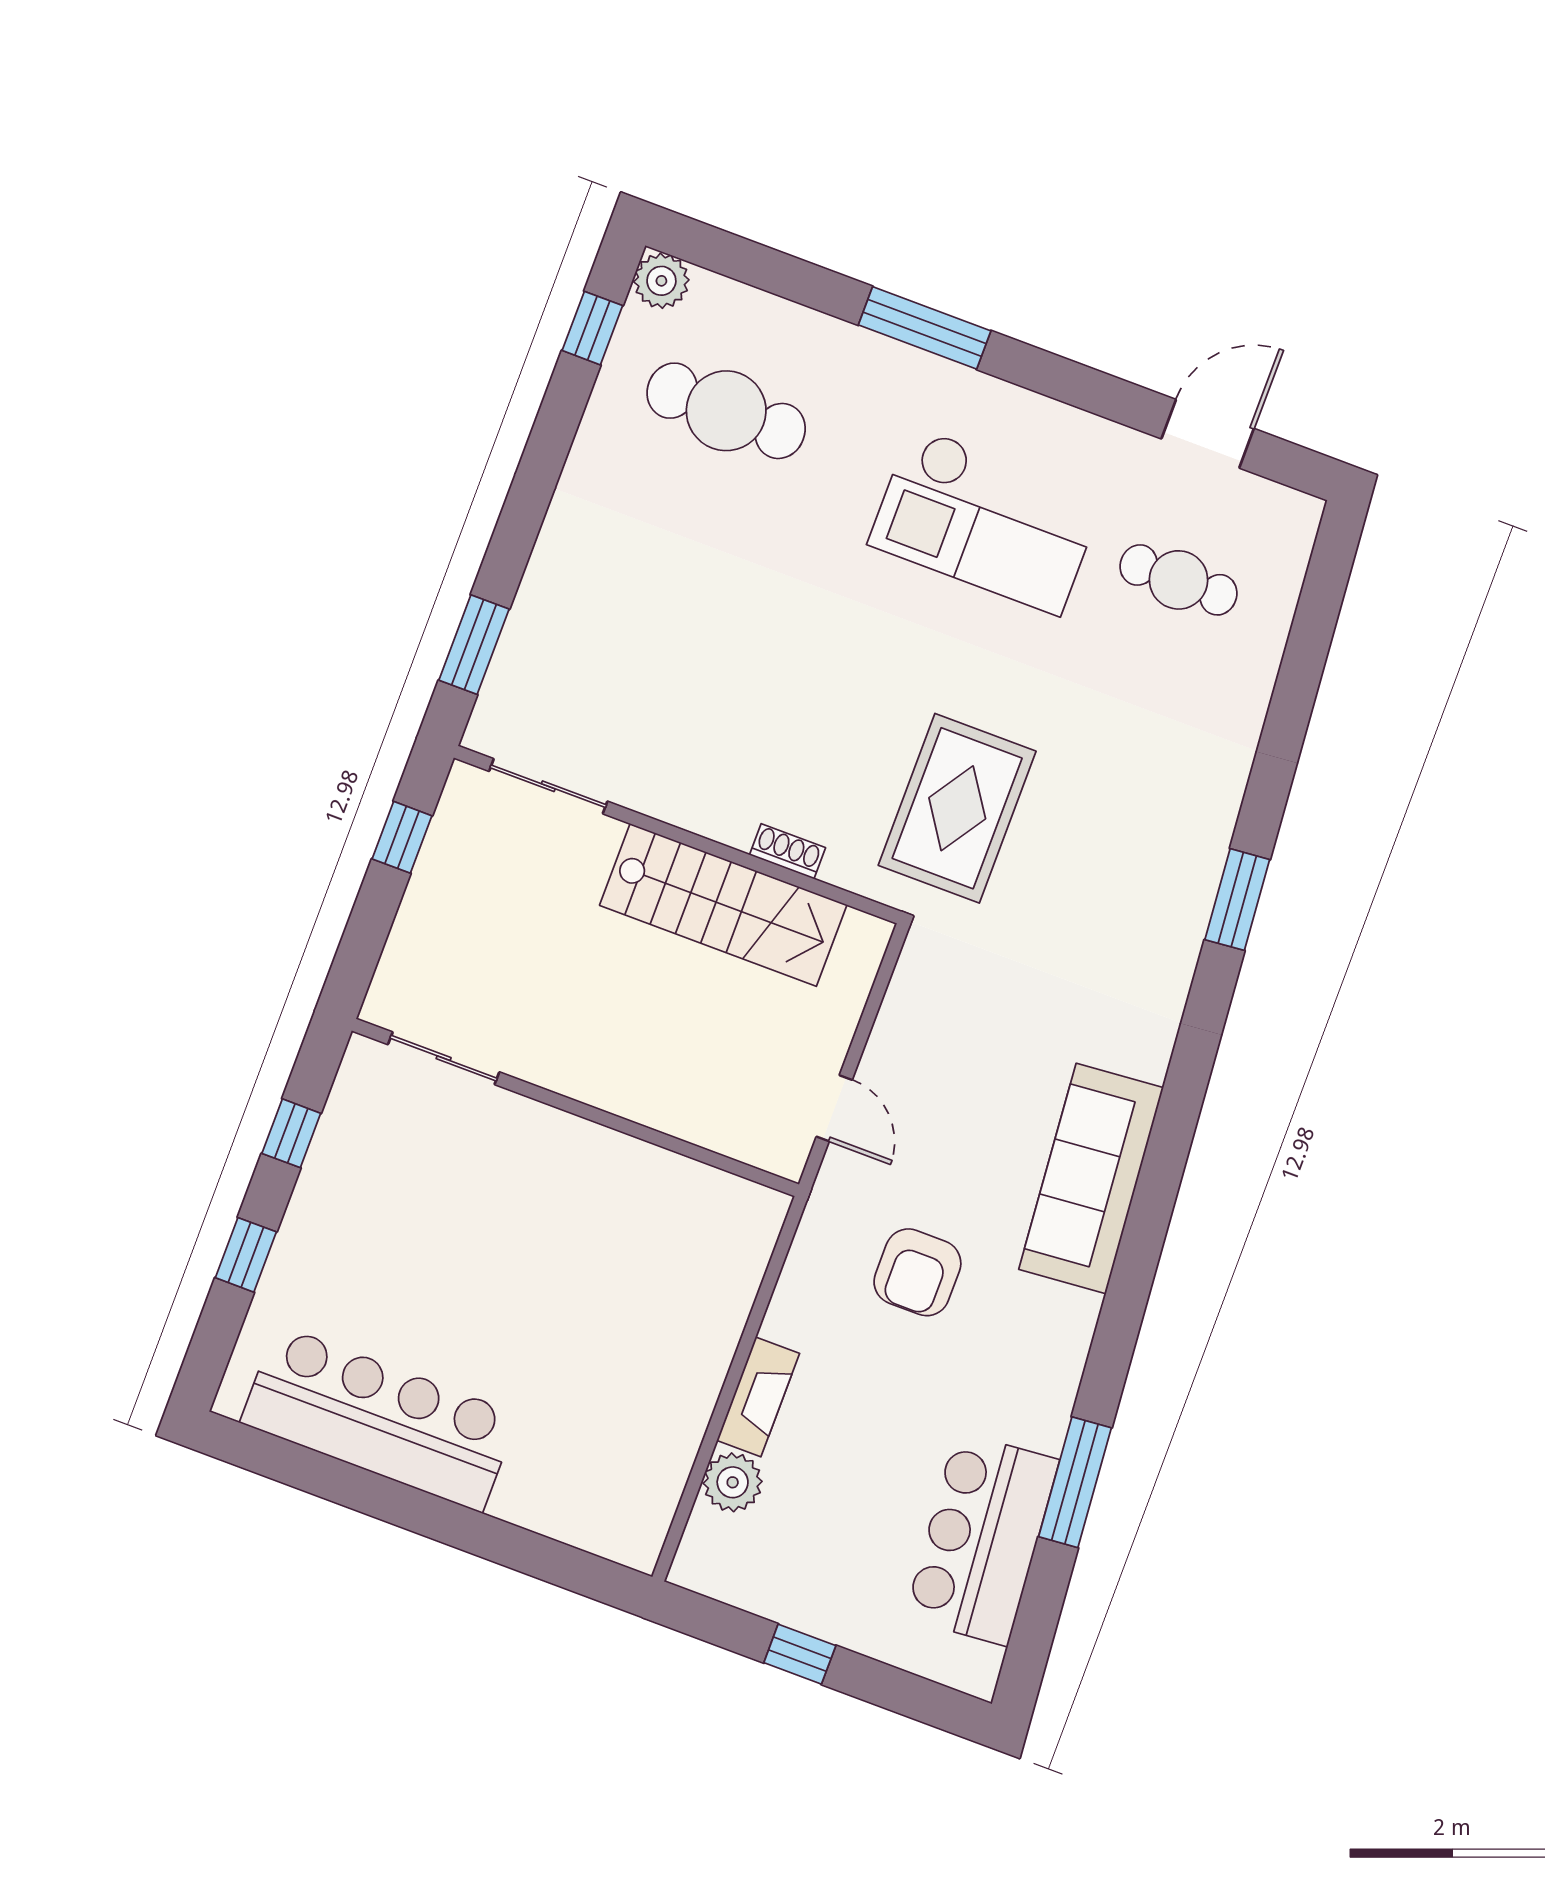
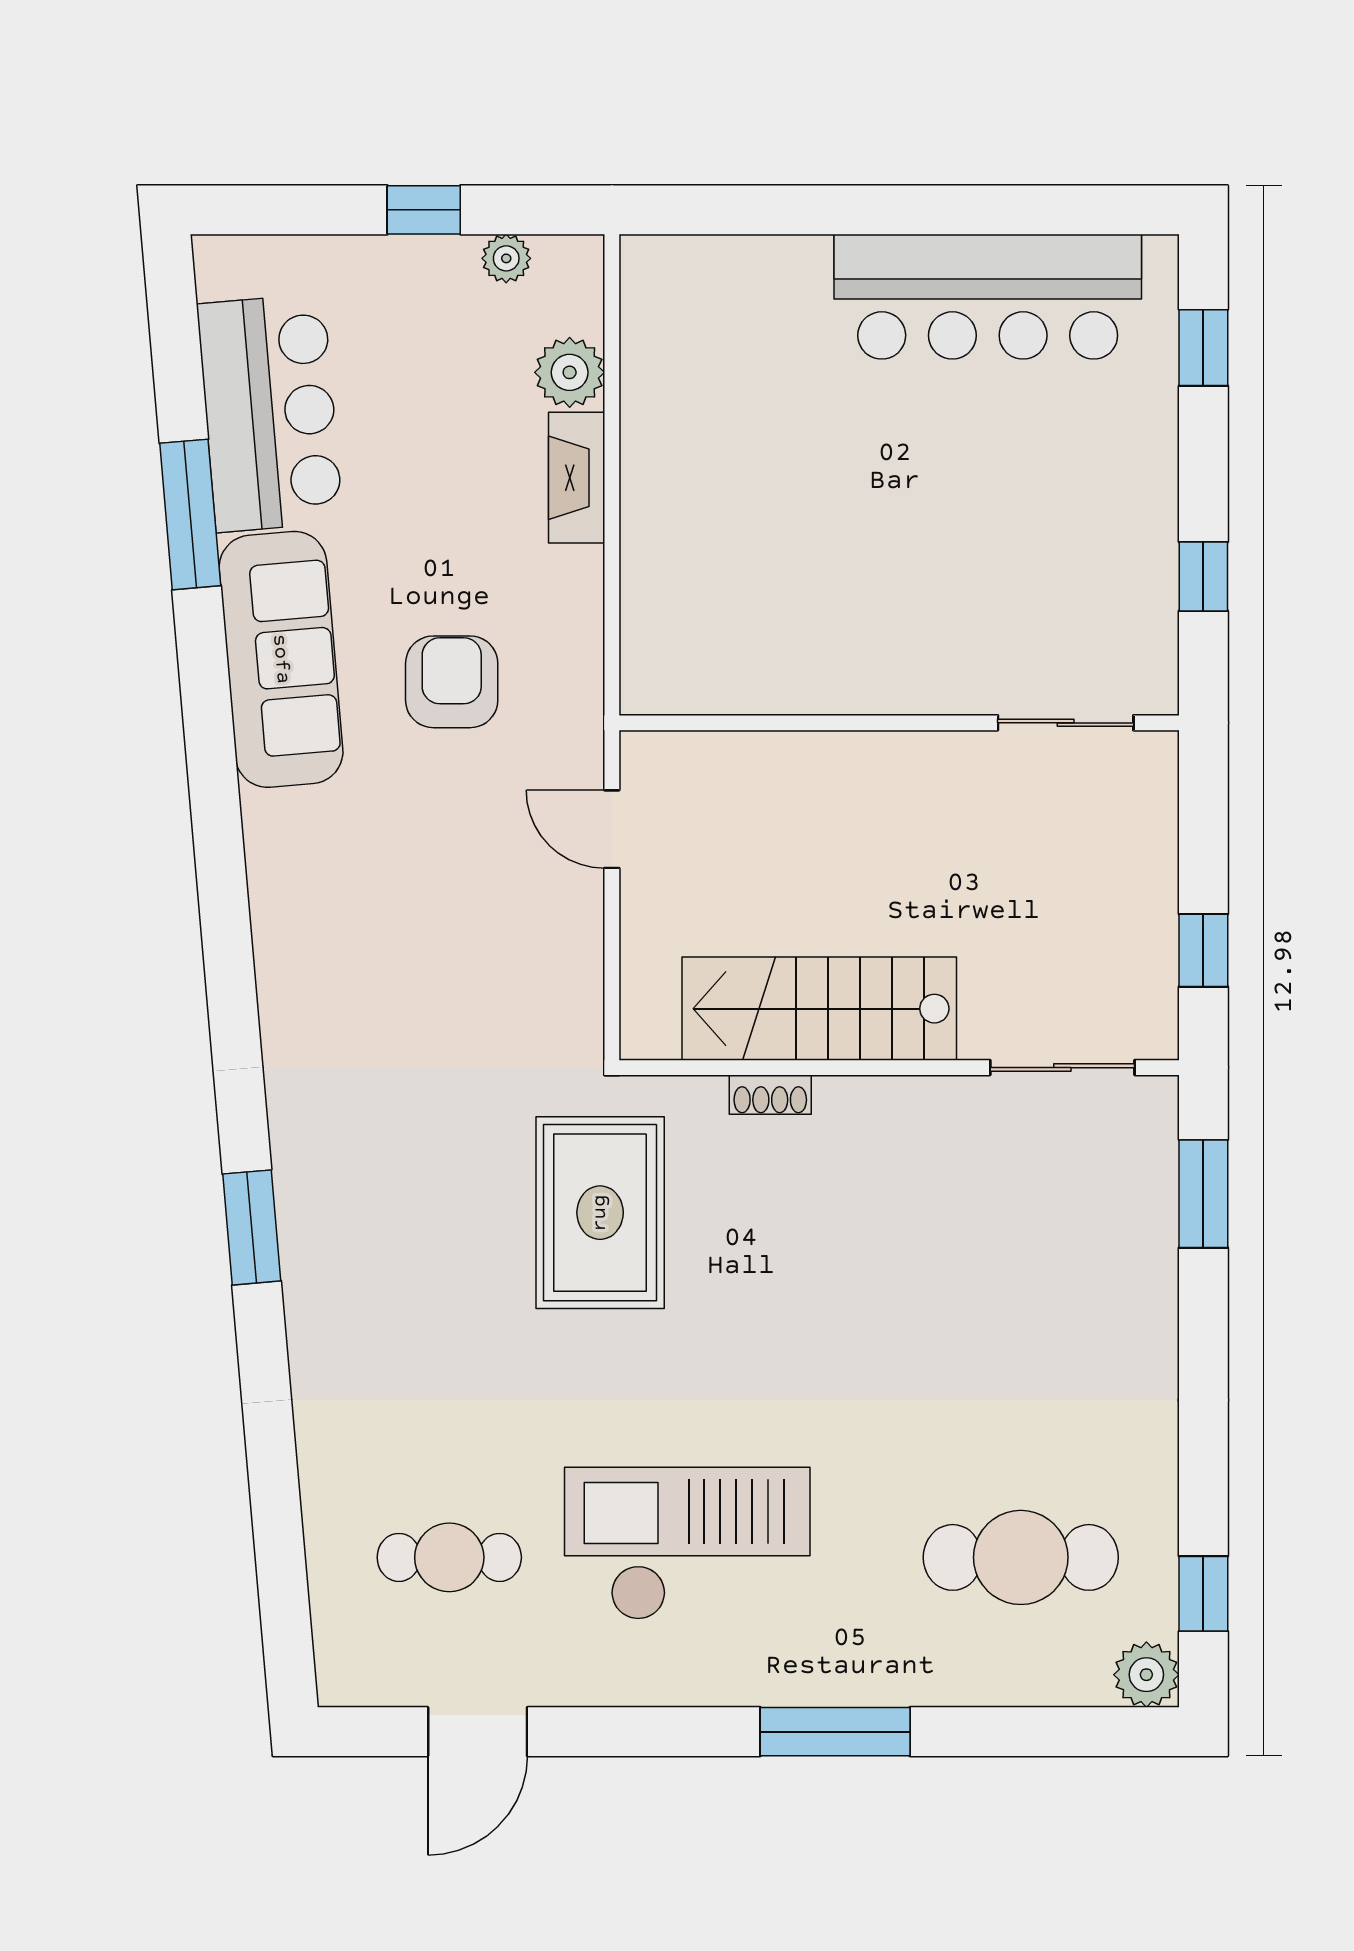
sofa: (1091, 1179) -> (281, 659), moved
window: (246, 1255) -> (1203, 348), moved
plant: (749, 1591) -> (506, 258), added

